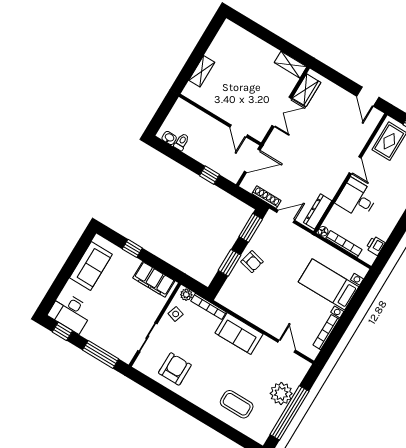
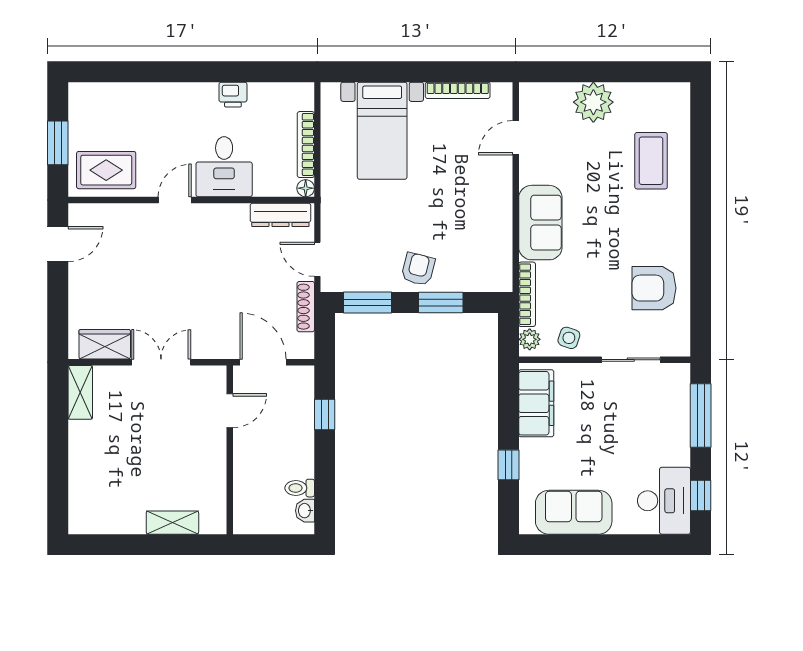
printer: (375, 246) -> (233, 95), moved
window: (289, 413) -> (615, 72), removed

